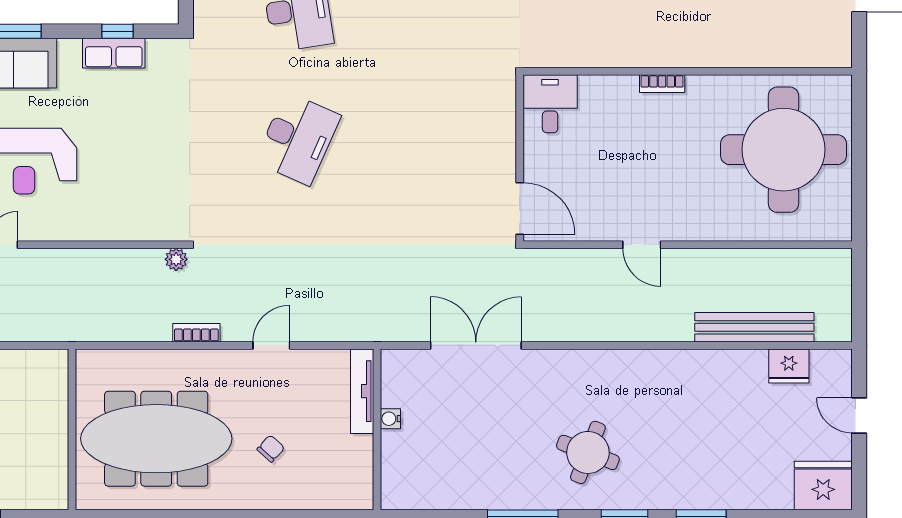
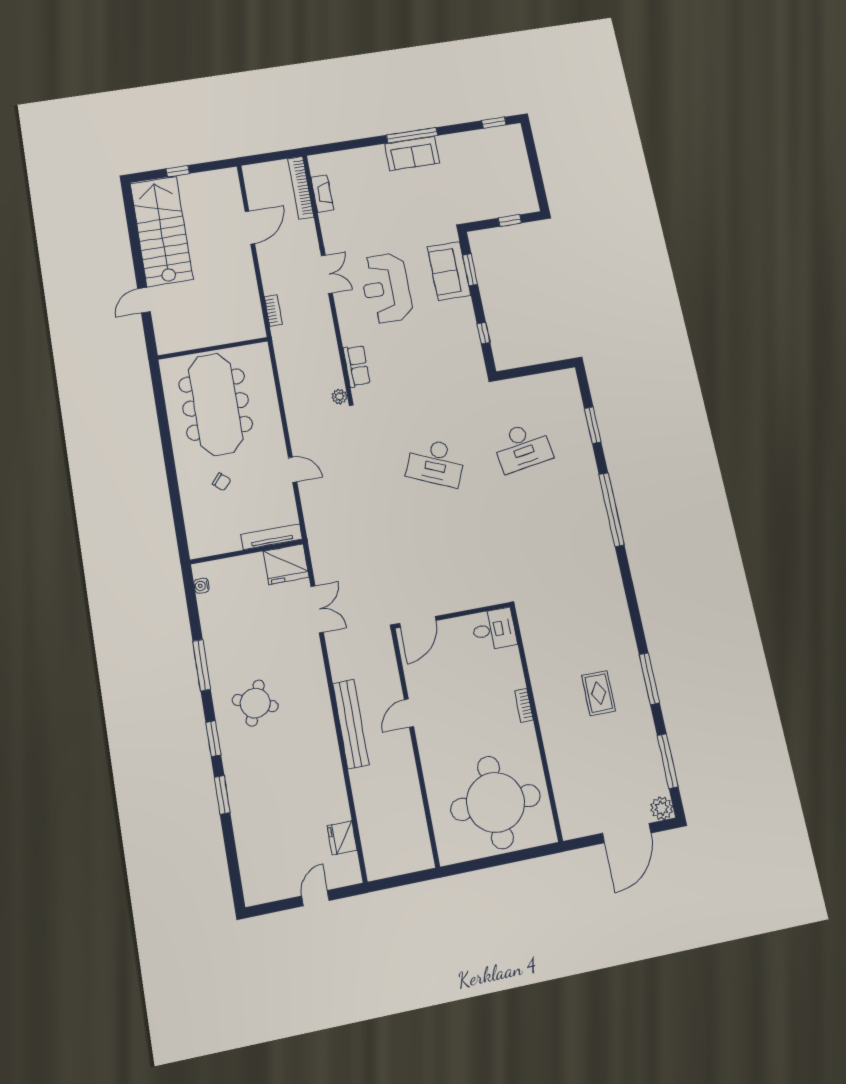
row of seats: (114, 53) -> (357, 366), moved, turned 180
bench: (754, 327) -> (351, 724), moved
bookcase: (196, 333) -> (273, 311), moved
double door: (476, 345) -> (317, 609), width x0.73
water cooler: (390, 419) -> (201, 586), moved, turned -90
fridge: (823, 486) -> (286, 564), moved, turned 90

